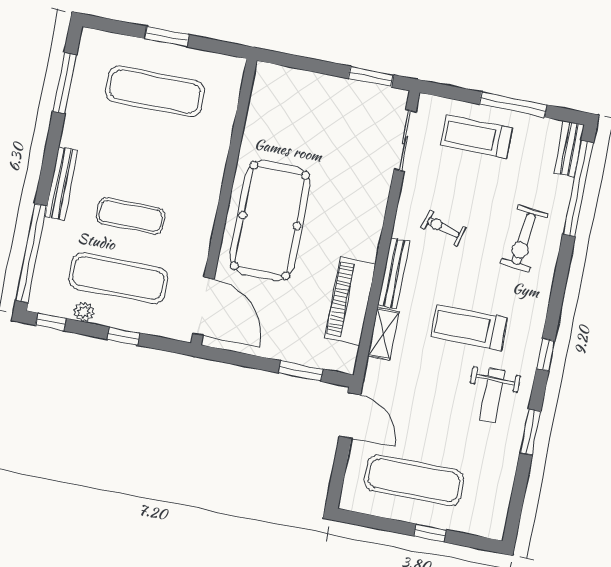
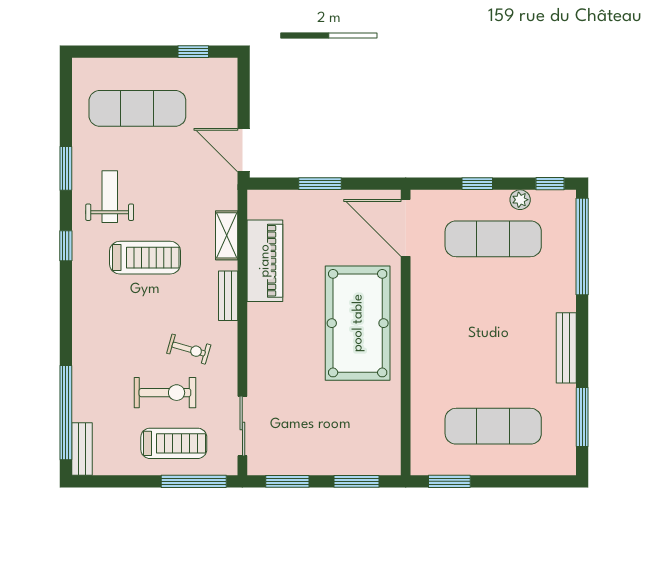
window: (167, 37) -> (449, 481), moved
window: (302, 63) -> (356, 481), added
window: (513, 105) -> (194, 481), moved
bench: (61, 183) -> (566, 348), moved
exercise mat: (131, 216) -> (493, 301), removed
exercise bike: (524, 239) -> (165, 393), moved, turned 83
bench: (394, 273) -> (228, 296), width x0.73
window: (301, 371) -> (320, 184), moved
exercise mat: (414, 480) -> (137, 108), moved
window: (430, 533) -> (193, 52), moved

